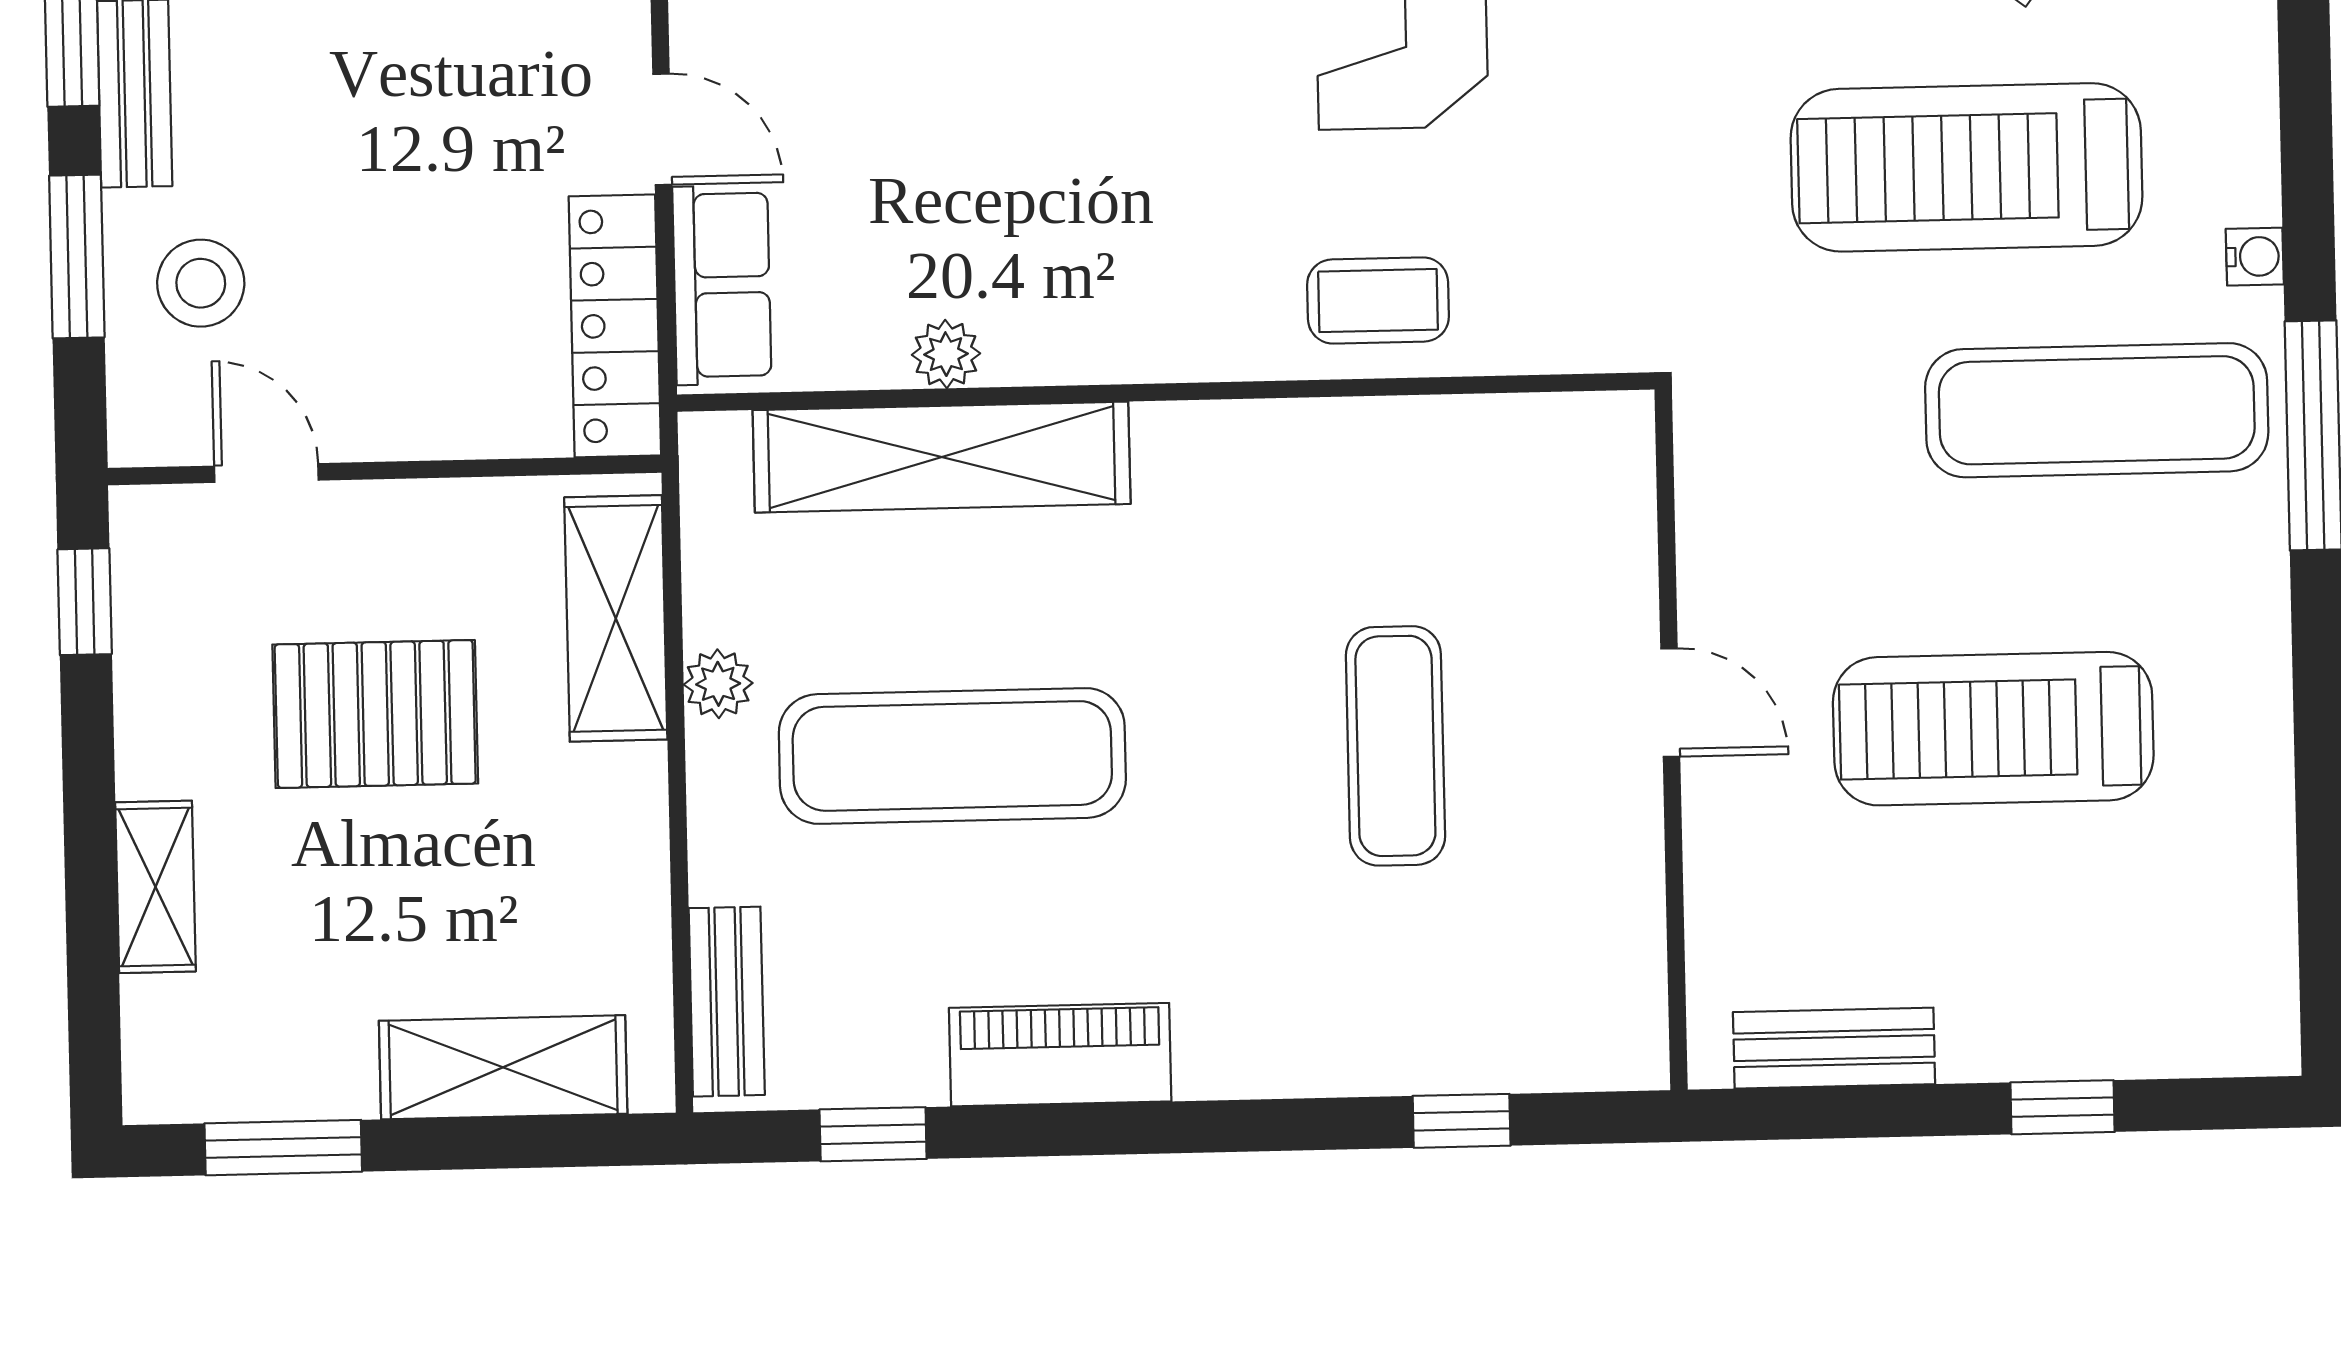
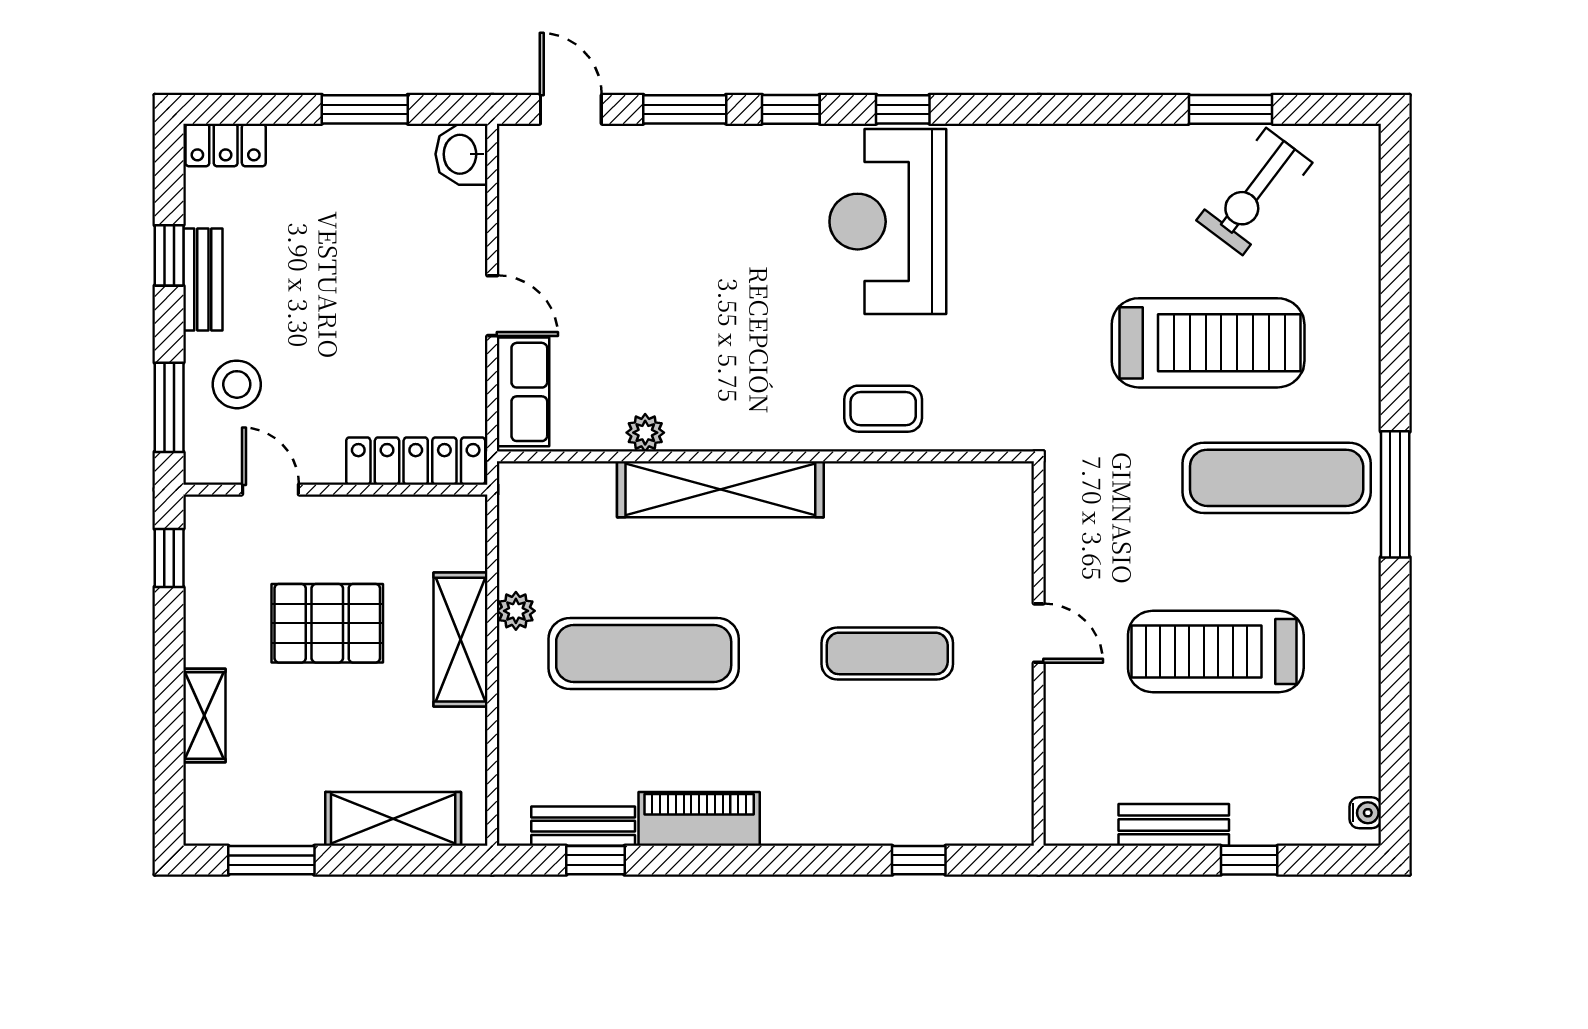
treadmill: (1966, 167) -> (1208, 343), turned 180
window: (77, 257) -> (169, 407), moved
water cooler: (2255, 257) -> (1365, 813), moved
locker: (615, 326) -> (416, 461), moved, turned 90
shelving: (942, 457) -> (720, 489), moved
shelving: (616, 618) -> (461, 640), moved
exercise mat: (1395, 746) -> (887, 653), turned 90
bench: (727, 1002) -> (583, 826), moved, turned 90
bench: (1834, 1048) -> (1174, 825), moved

